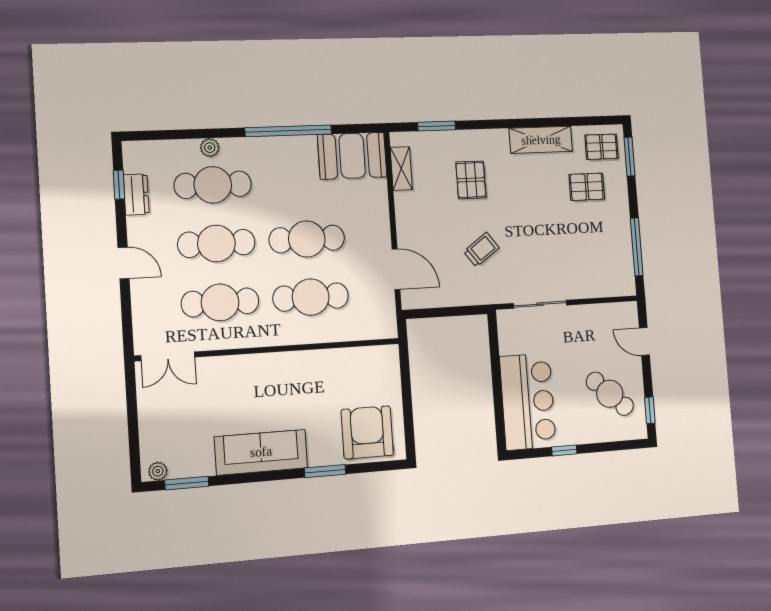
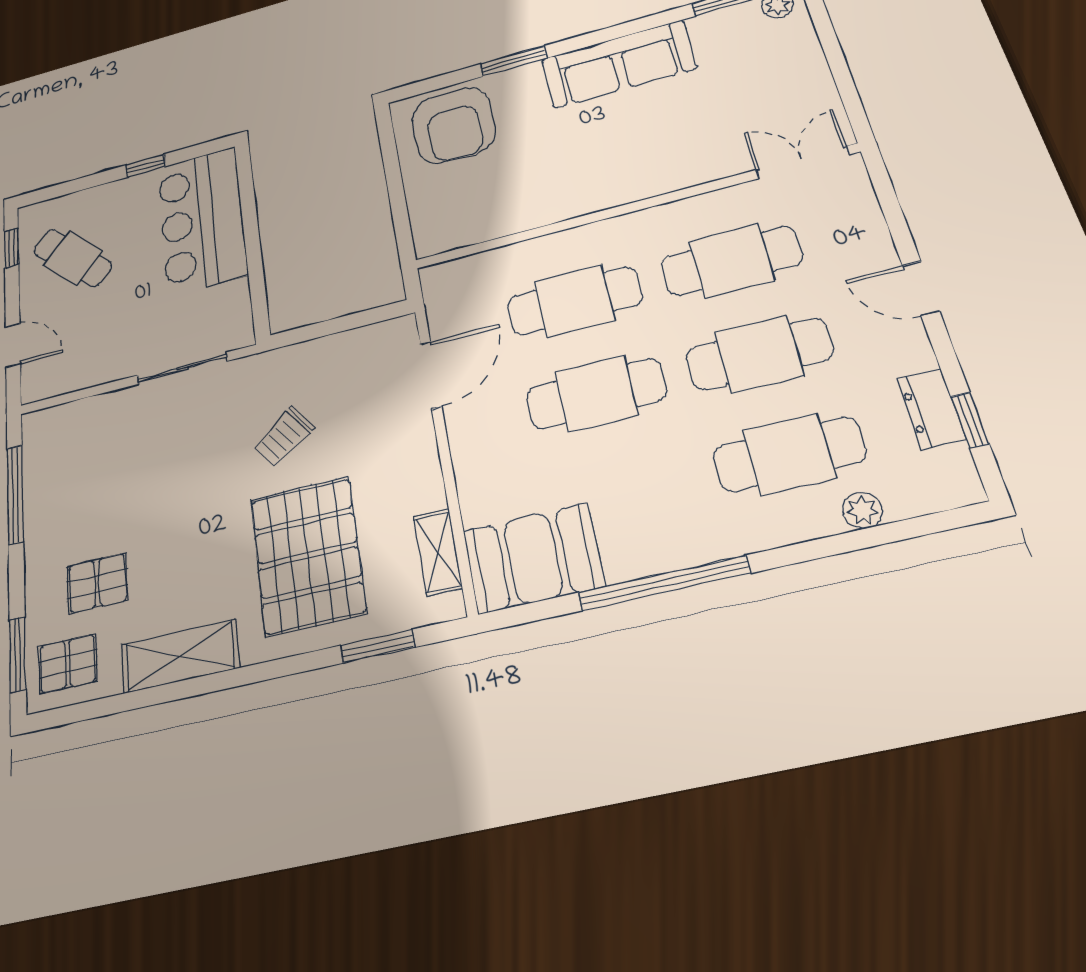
plant: (210, 148) -> (863, 510), moved
pallet: (471, 180) -> (308, 556), width x2.05, depth x2.00
door: (396, 269) -> (431, 375), swing flipped

